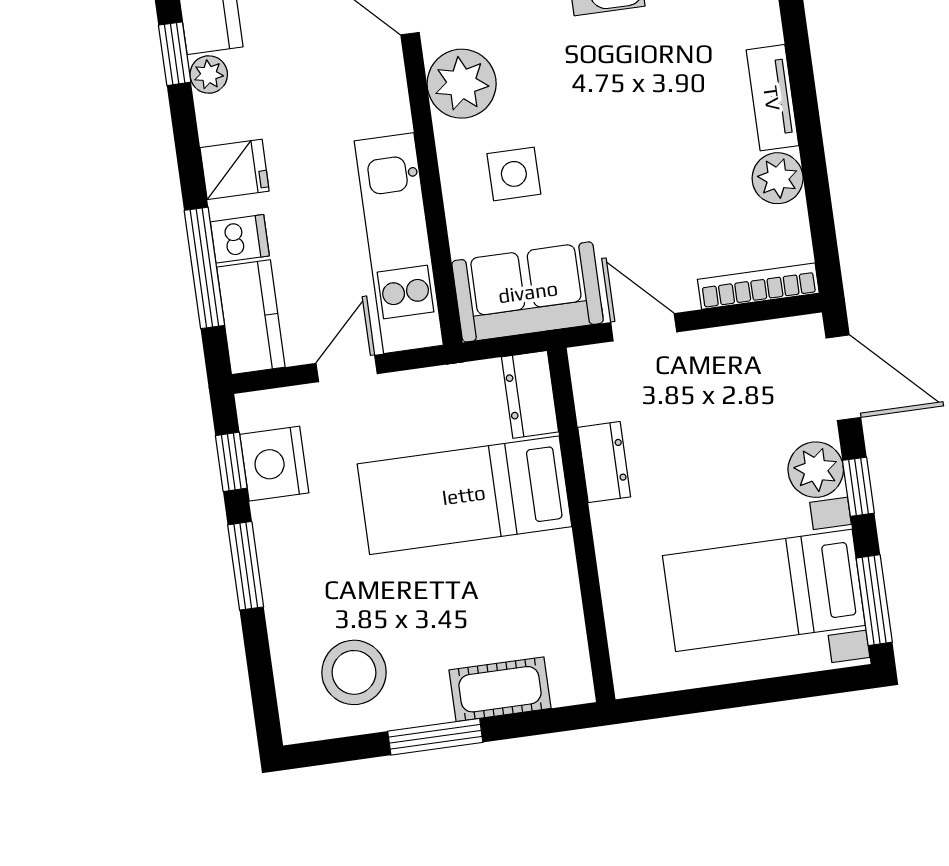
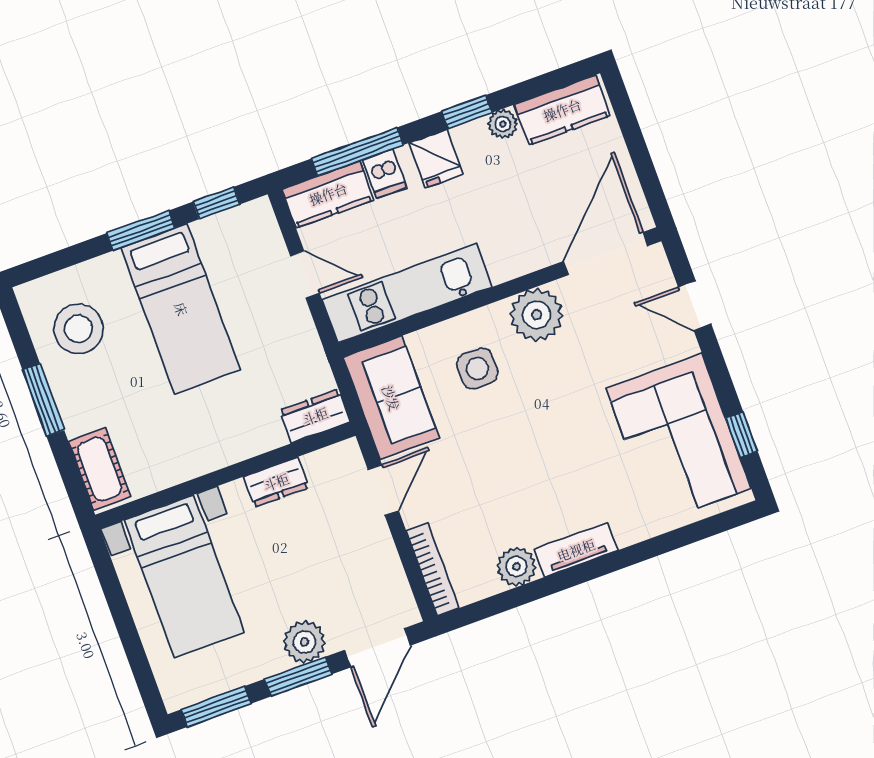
window: (175, 54) -> (467, 112), moved
nightstand: (274, 464) -> (222, 236), removed
window: (858, 487) -> (298, 677), width x1.50
bed: (464, 495) -> (181, 309), moved, turned 180
bed with nightstands: (764, 590) -> (184, 576), moved, turned 180
cot: (500, 689) -> (100, 469), moved

